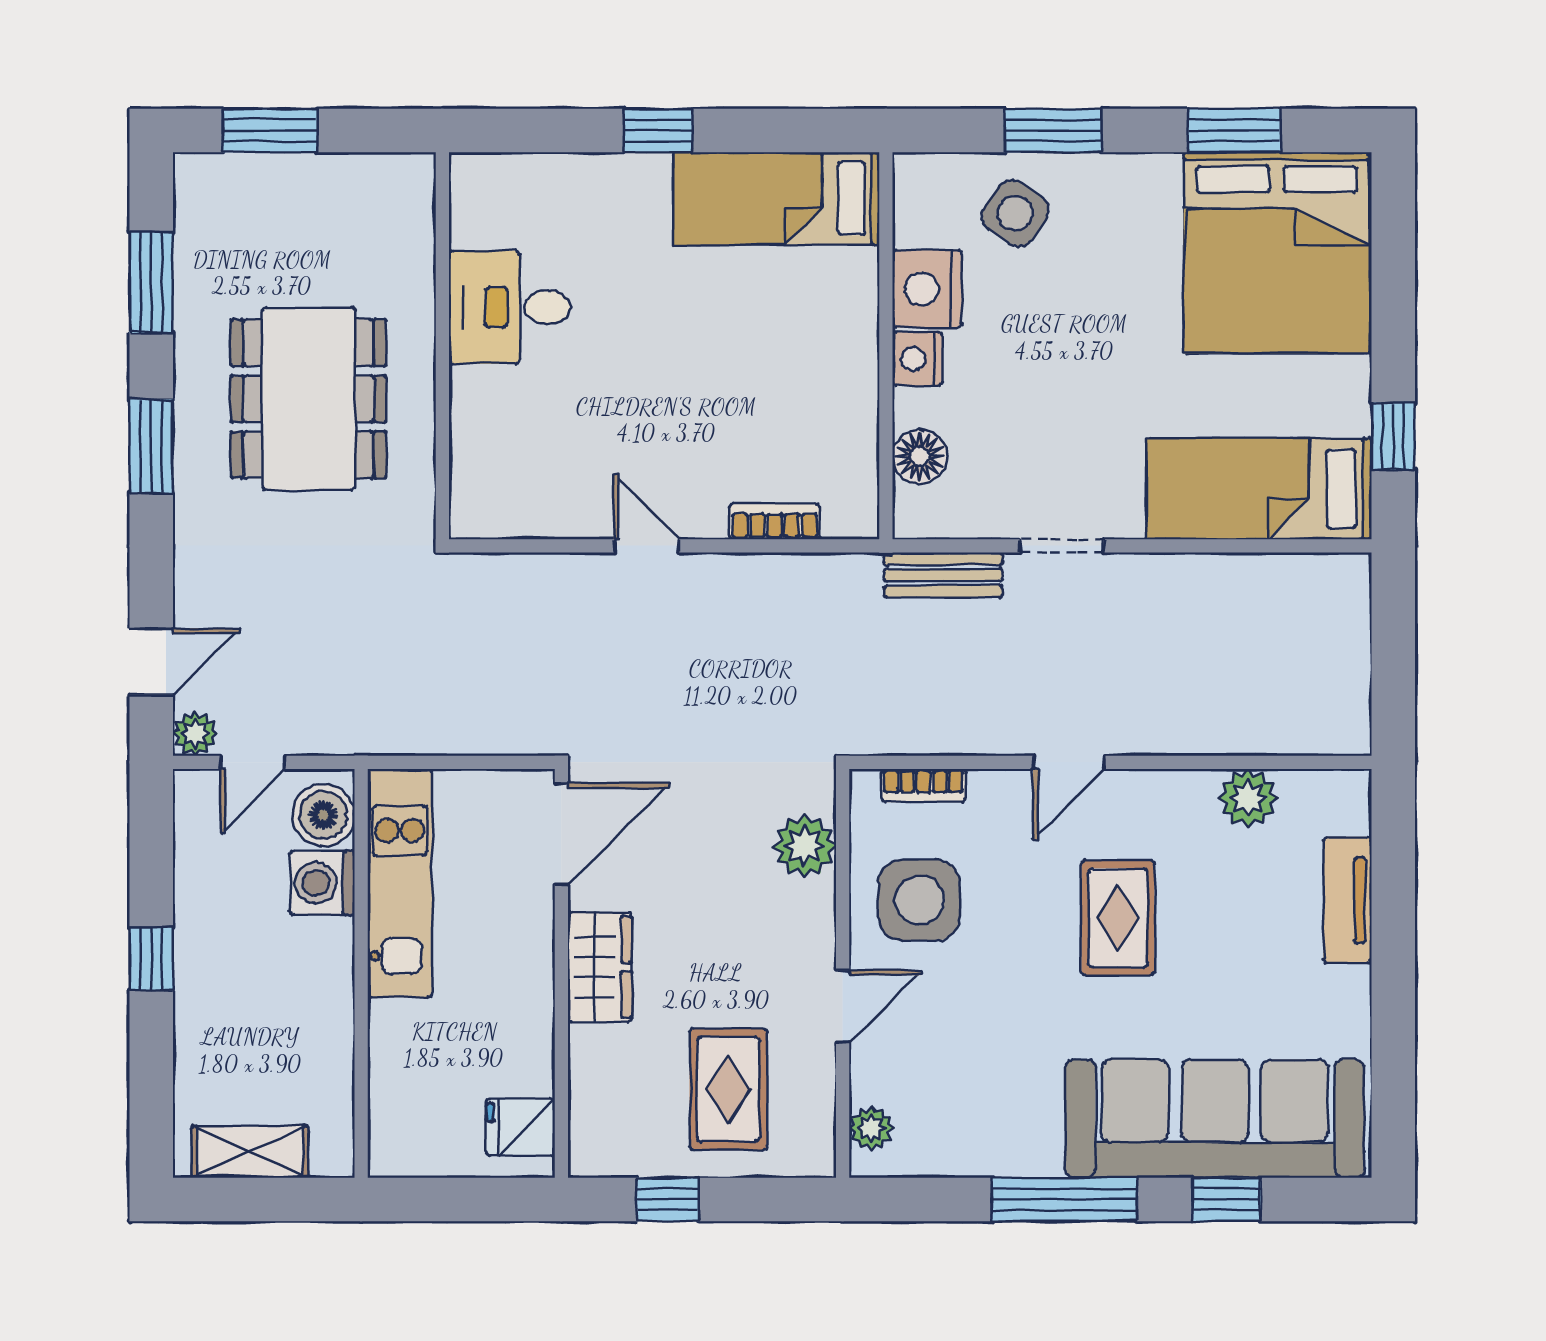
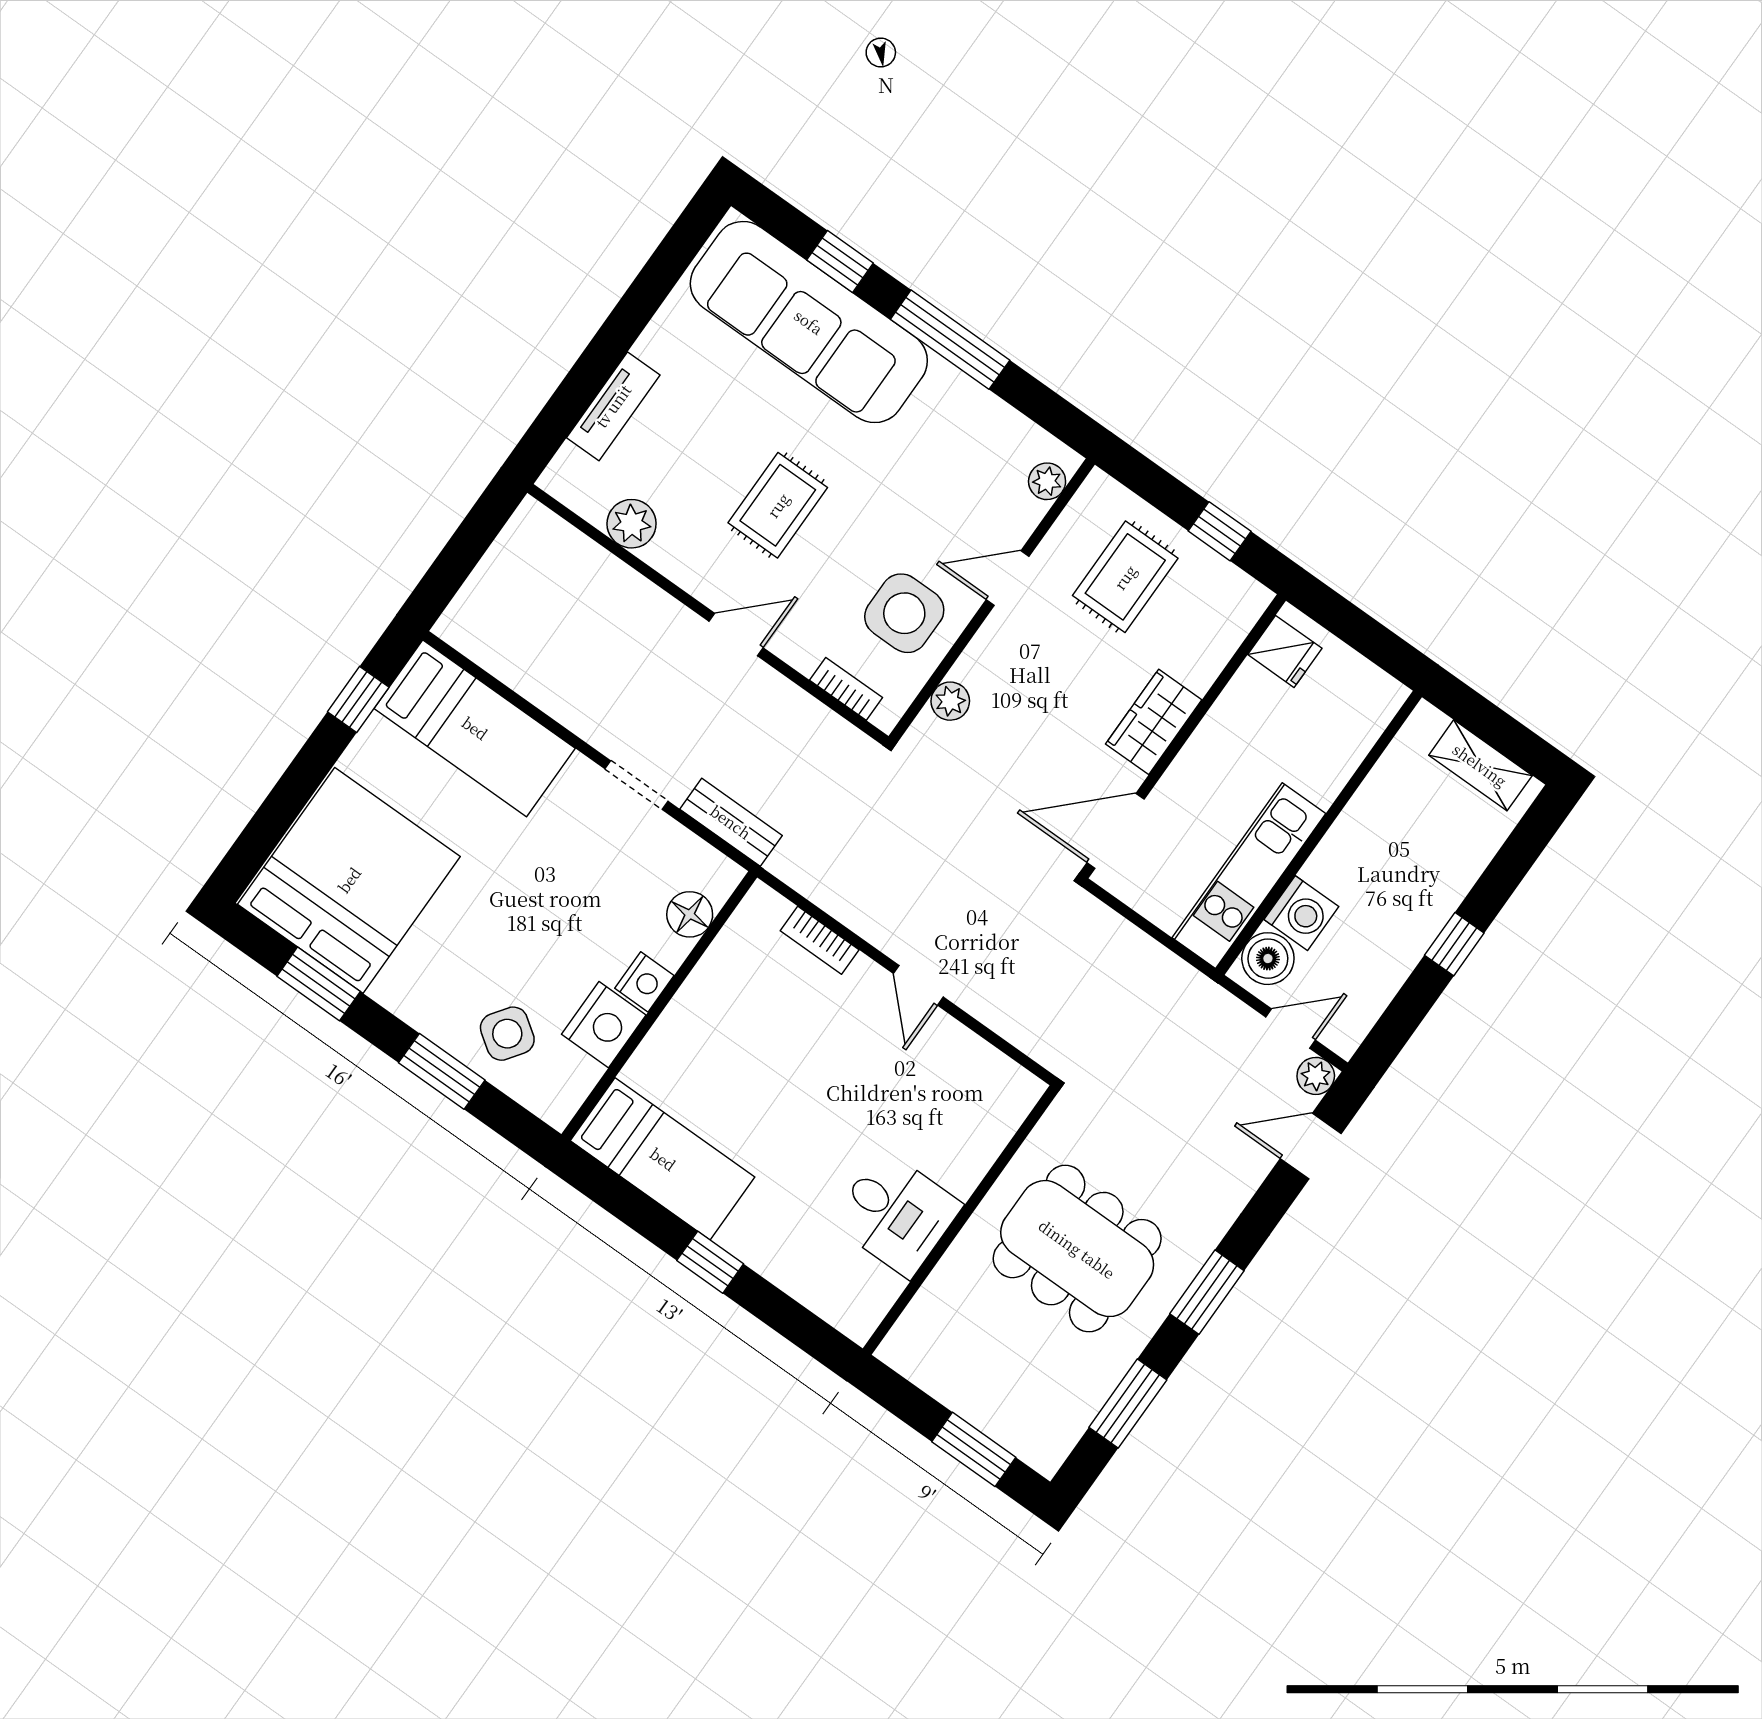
dining table: (308, 399) -> (1077, 1249), turned 90
plant: (804, 846) -> (950, 701), width x0.73, depth x0.73

